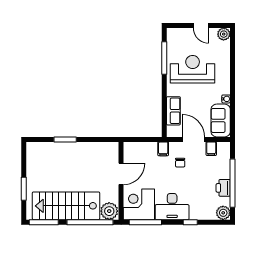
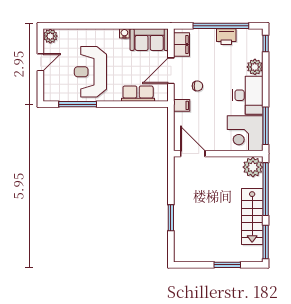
filing cabinet: (211, 149) -> (181, 45), width x2.00
door: (121, 174) -> (193, 154), moved
stairs: (66, 206) -> (252, 217), width x0.73, depth x0.66
plant: (223, 213) -> (255, 67), moved
window: (190, 222) -> (266, 43), moved

